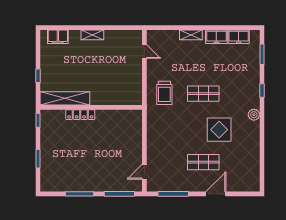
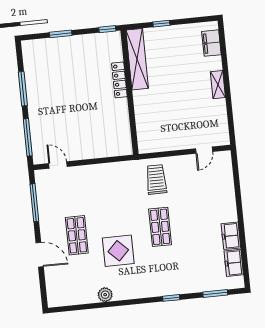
shelving: (191, 35) -> (230, 205), removed
trolley: (164, 93) -> (156, 179), turned 90
plant: (254, 115) -> (105, 295), moved

